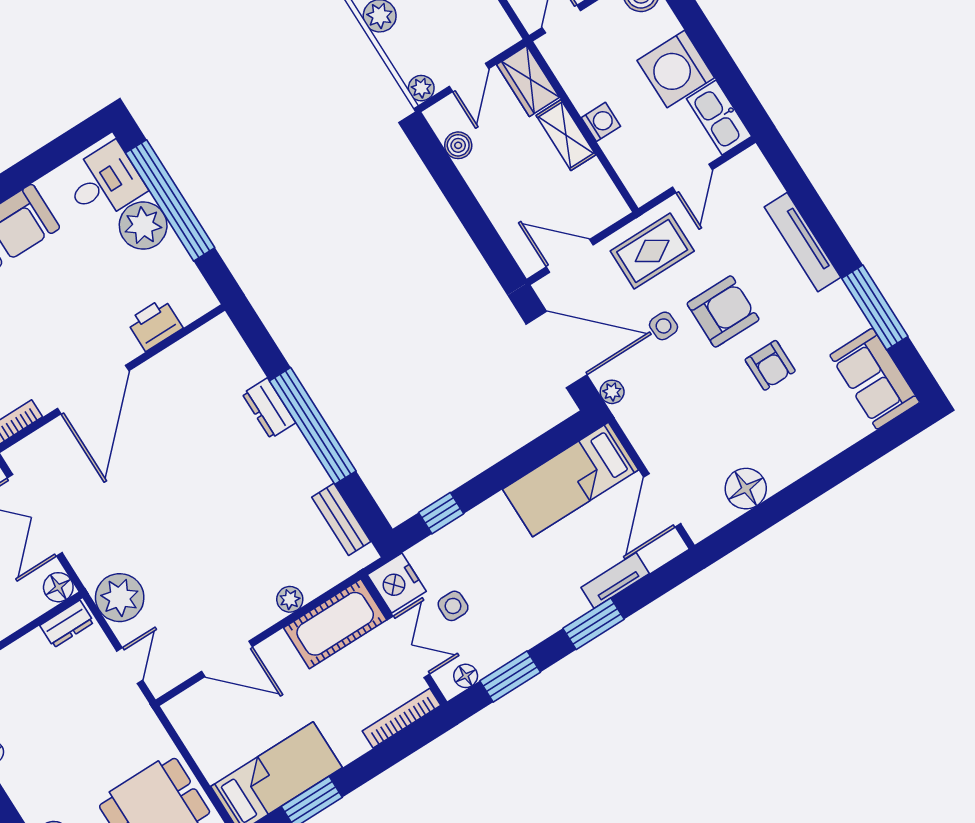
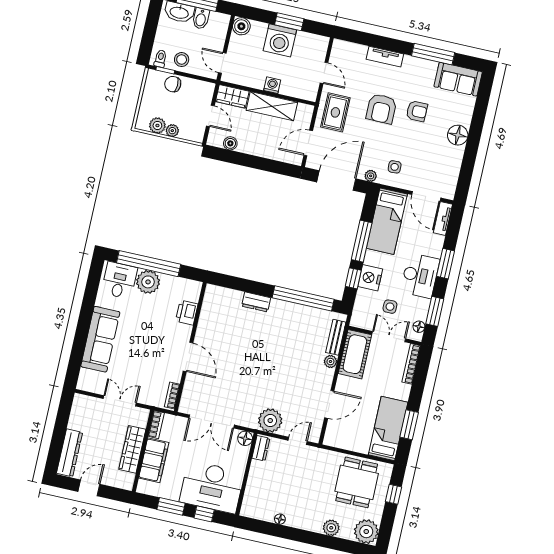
window: (716, 56) -> (289, 22), added
plant: (421, 88) -> (172, 131), moved
kitchen sink: (719, 118) -> (312, 42), removed
shelving: (566, 135) -> (272, 106), width x1.50, depth x1.33
tv unit: (803, 242) -> (385, 57), width x0.71
armchair: (723, 311) -> (381, 109), turned 180
side table: (664, 326) -> (395, 167), moved
door: (93, 390) -> (188, 357), width x0.73
window: (313, 426) -> (303, 298), moved
window: (506, 472) -> (362, 241), added
floor lamp: (746, 489) -> (458, 135), moved
bench: (341, 519) -> (336, 337), moved, turned 90
tv unit: (615, 580) -> (443, 219), moved
nightstand: (397, 583) -> (370, 278), moved, turned 90
desk: (540, 605) -> (420, 276), added
door: (130, 666) -> (298, 441), hinge flipped

